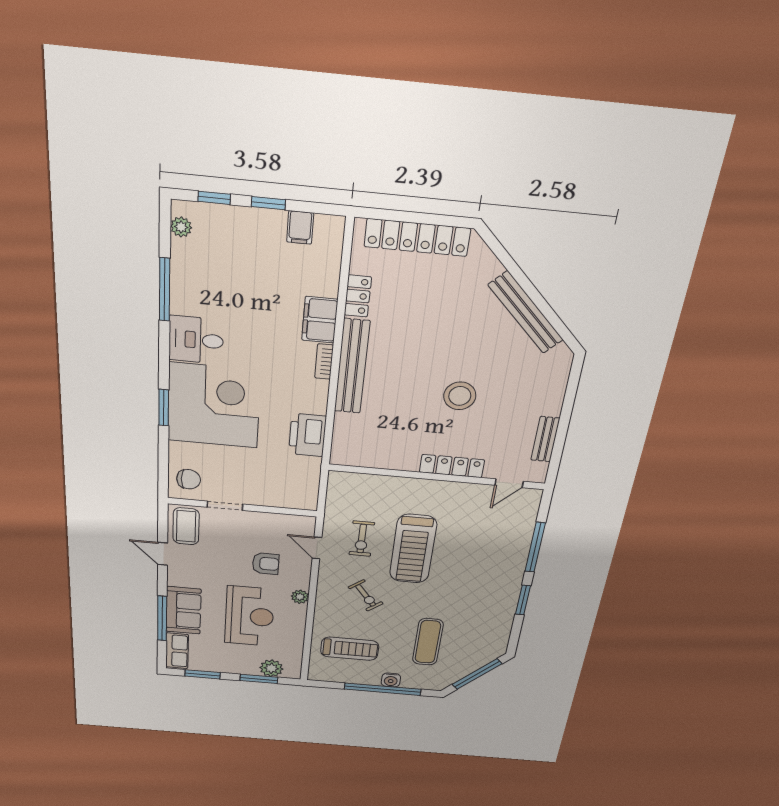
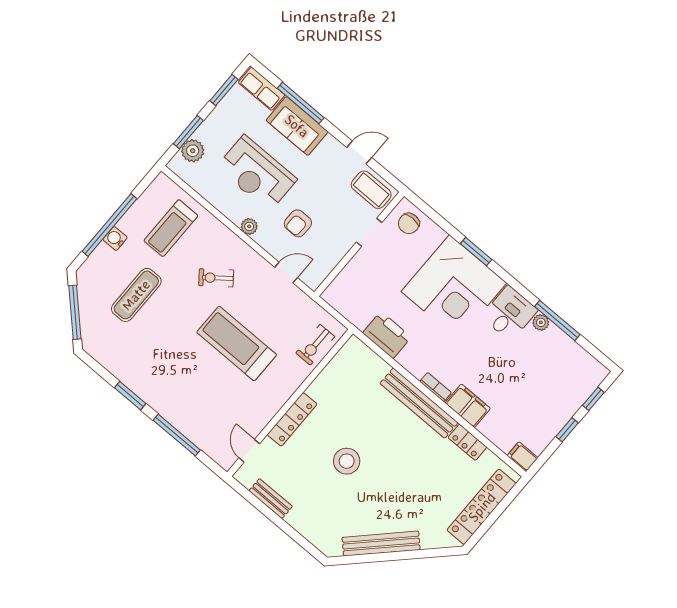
plant: (181, 227) -> (541, 322), moved
filing cabinet: (300, 228) -> (522, 457), moved
exercise bike: (362, 539) -> (315, 345), moved, turned -90
exercise mat: (428, 642) -> (136, 295), turned 90

